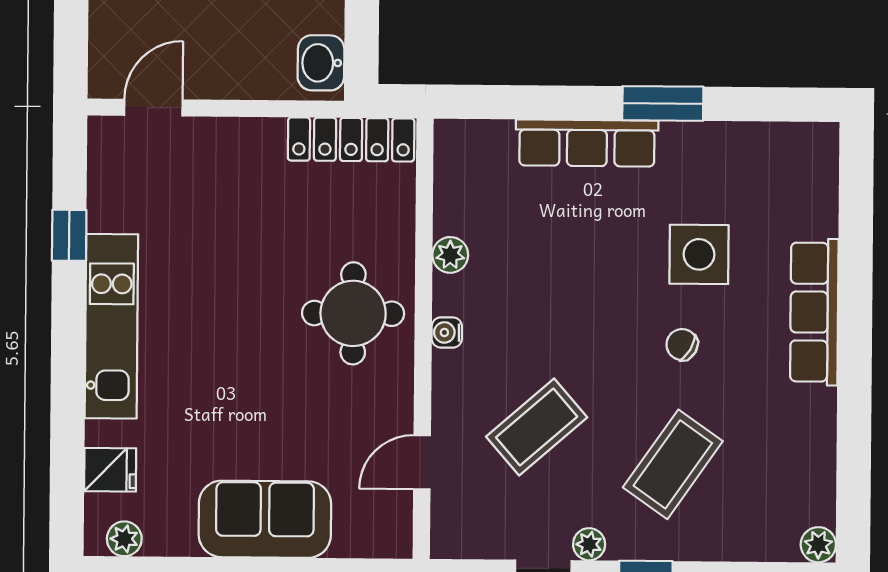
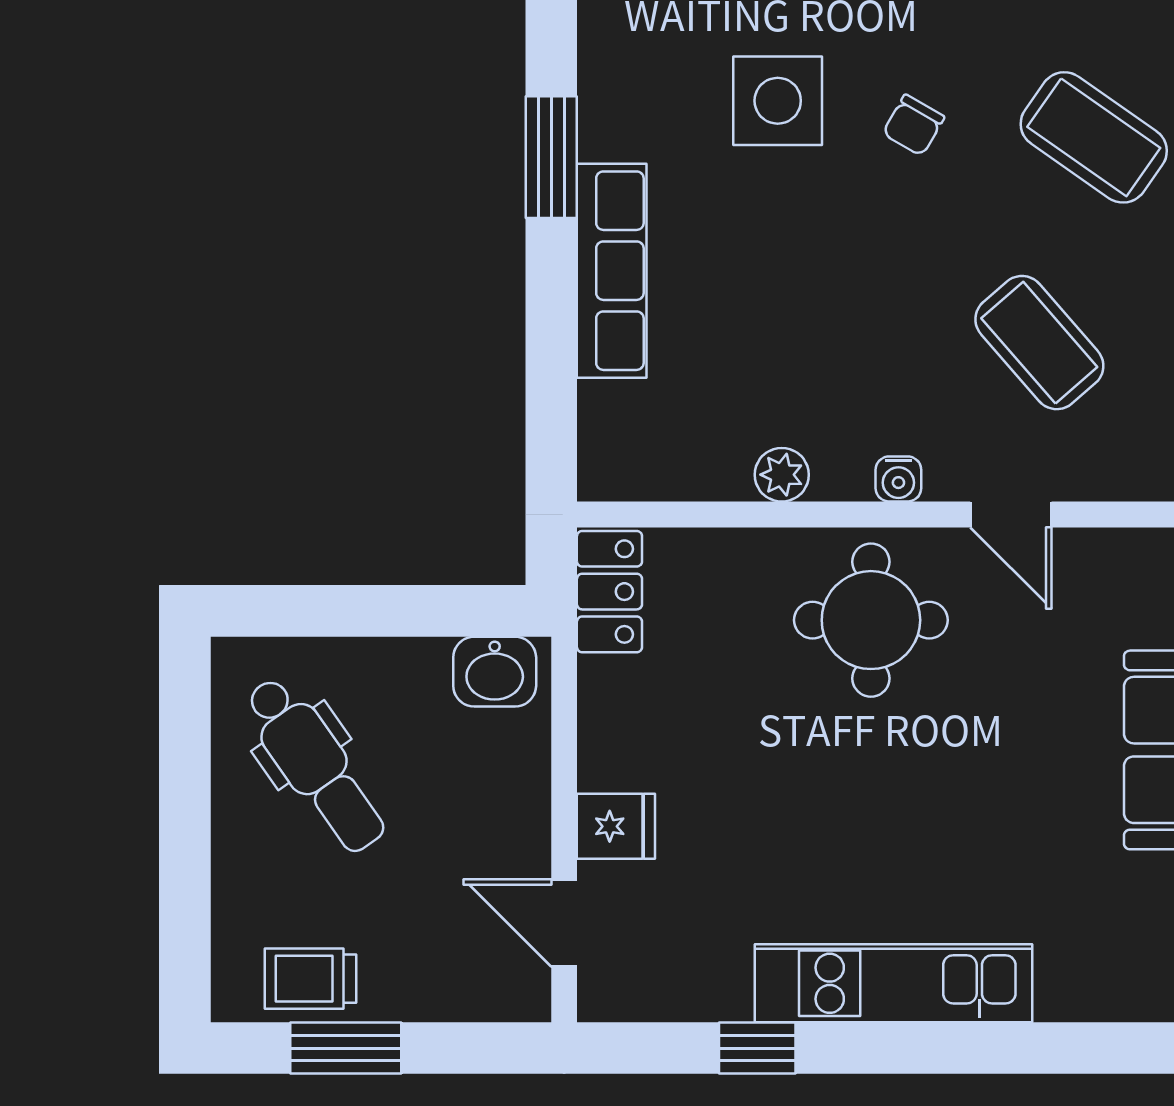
locker: (351, 139) -> (609, 592), width x0.66
door: (422, 462) -> (1011, 515), moved
fridge: (110, 470) -> (616, 826), moved, turned 90

